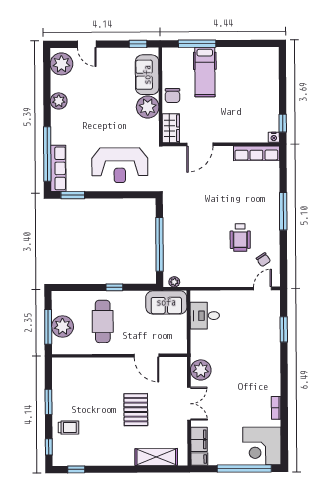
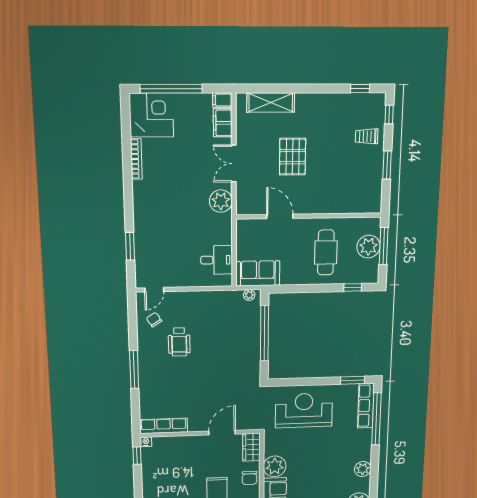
chair: (173, 96) -> (250, 478), turned 180
wheelchair: (240, 237) -> (179, 342), turned 180
window: (114, 287) -> (353, 287), moved
bookcase: (276, 408) -> (136, 159), width x1.56

